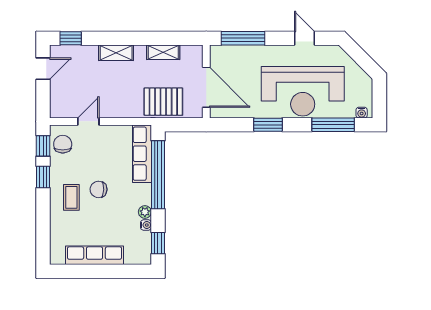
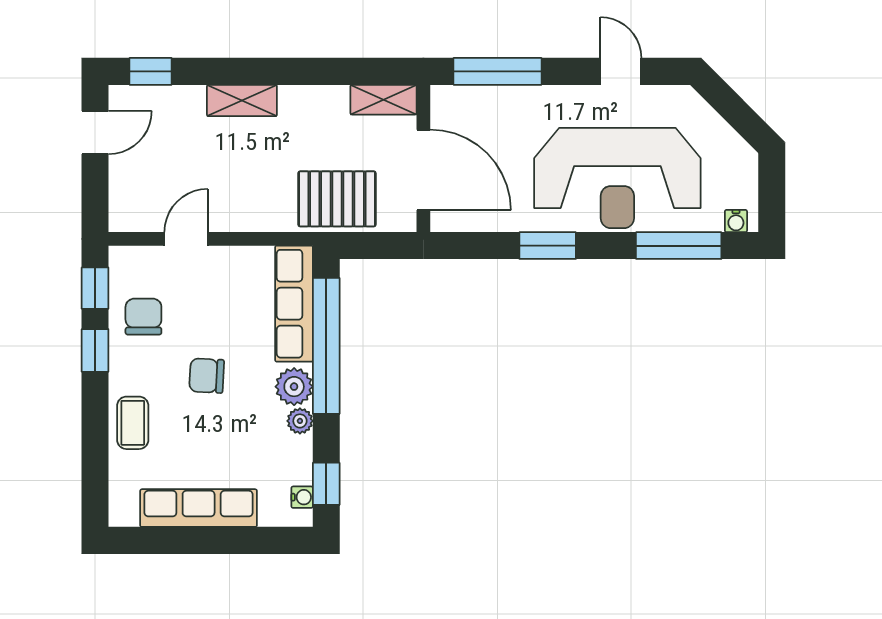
shelving: (163, 52) -> (384, 100), moved
chair: (63, 144) -> (143, 317), moved
plant: (142, 195) -> (294, 387), added
coffee table: (71, 197) -> (133, 423), moved
water cooler: (146, 225) -> (302, 497), moved

